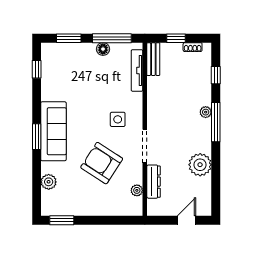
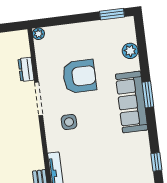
armchair: (102, 163) -> (79, 76), turned -33
dresser: (153, 182) -> (26, 69), width x0.70
plant: (137, 190) -> (38, 34), moved

